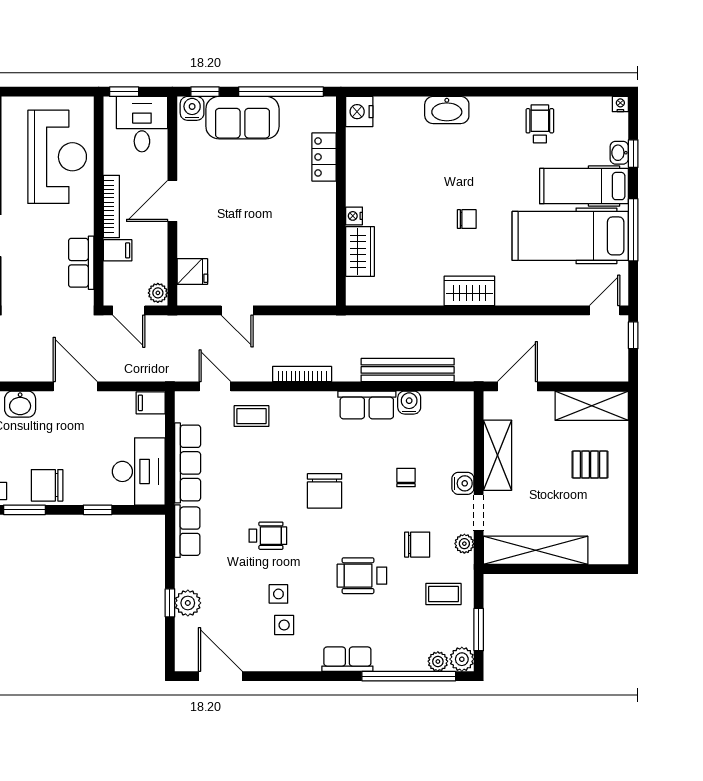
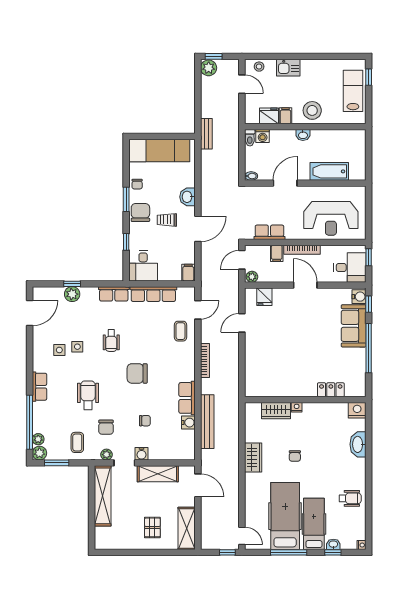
nightstand: (359, 112) -> (357, 410), moved
locker: (324, 157) -> (331, 390), moved
wall: (341, 201) -> (305, 400), moved
nightstand: (354, 216) -> (297, 407), moved
wardrobe: (360, 251) -> (276, 411), moved
trolley: (60, 440) -> (167, 220), added
desk: (139, 471) -> (143, 266), width x0.73

